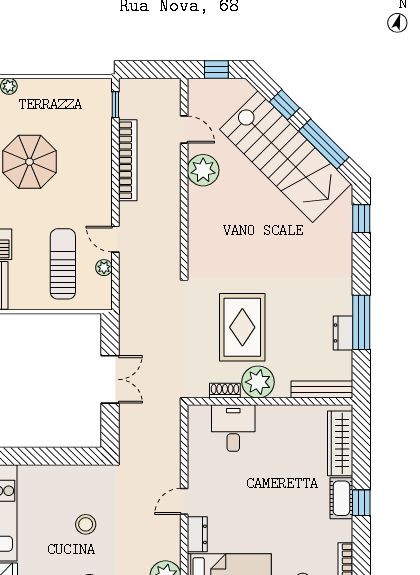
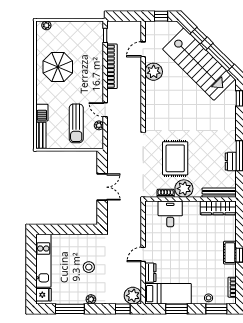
door: (184, 130) -> (143, 49), swing flipped
sun lounger: (63, 264) -> (76, 123), turned 180
wardrobe: (340, 443) -> (218, 208), moved, turned -90

